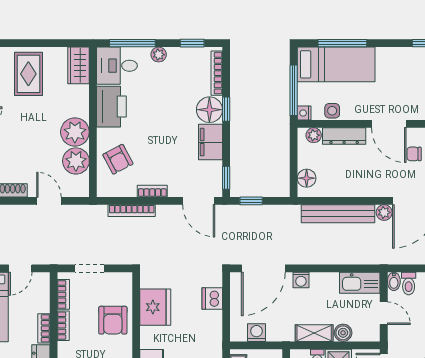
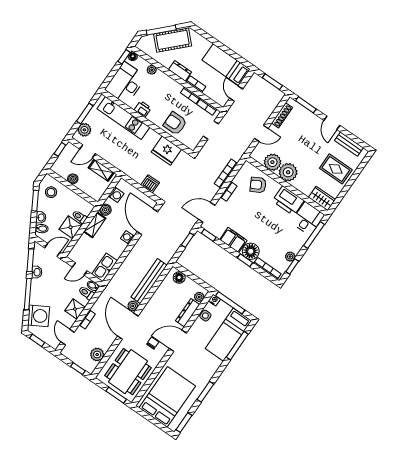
plant: (159, 55) -> (290, 257), moved
boiler: (343, 333) -> (105, 210), moved

